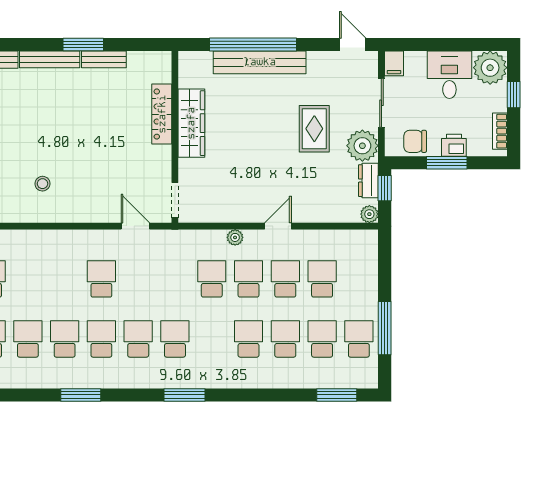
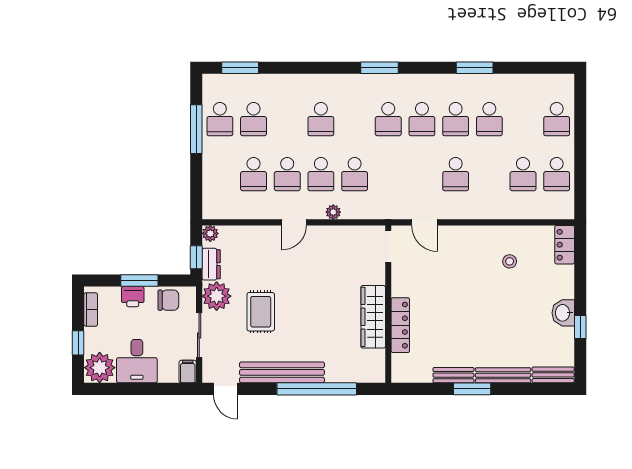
bench: (260, 62) -> (282, 372), moved
school desk: (28, 339) -> (523, 174), moved
school desk: (285, 339) -> (287, 119), removed

